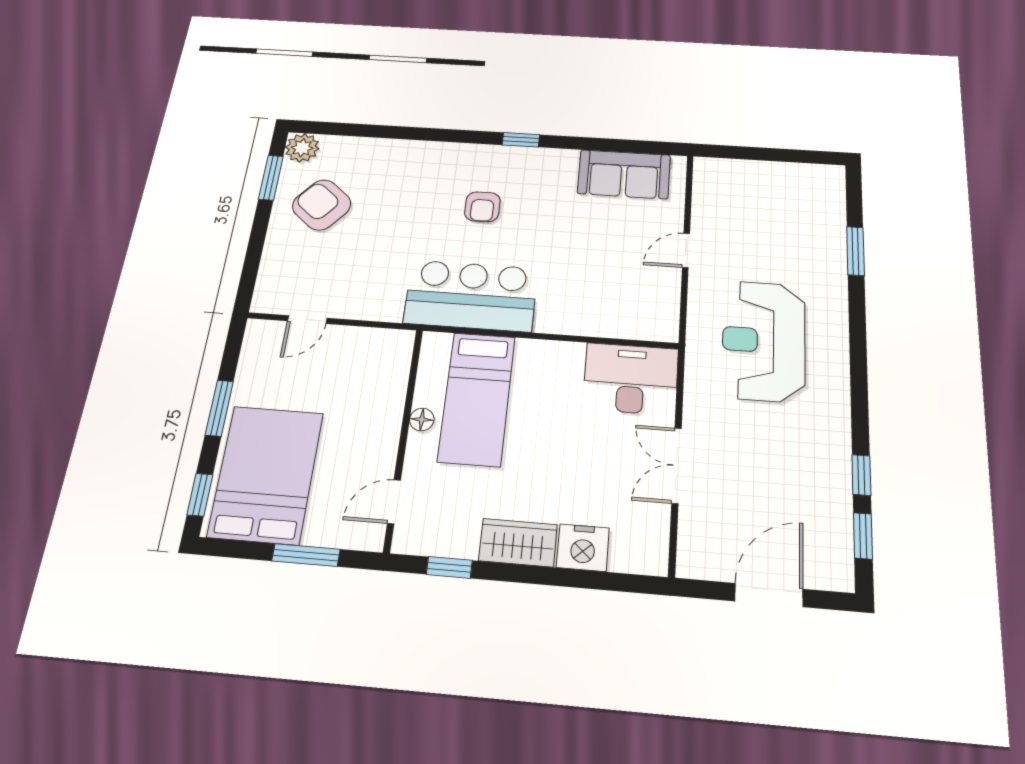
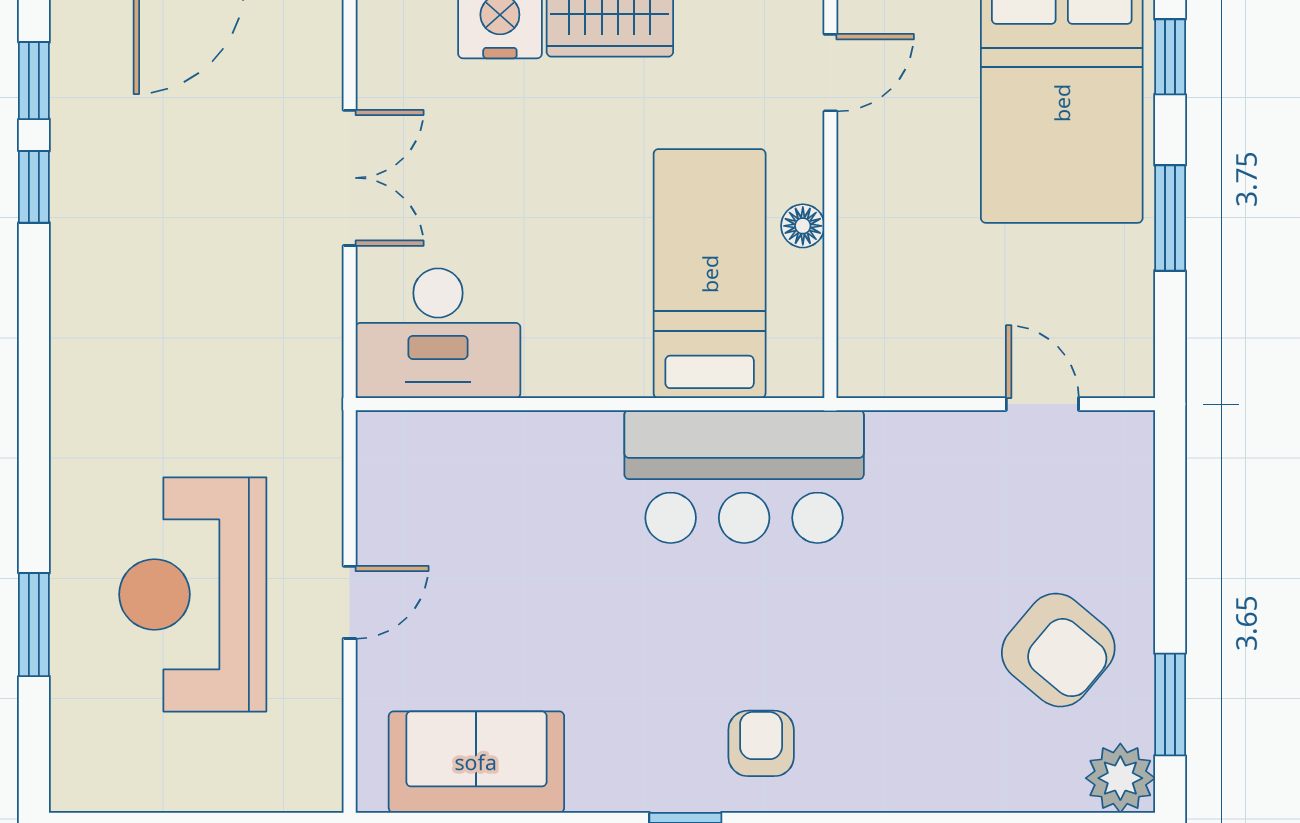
armchair: (482, 207) -> (761, 743), moved
door: (307, 320) -> (1042, 404), hinge flipped
reception desk: (764, 341) -> (193, 594), moved, turned 180

